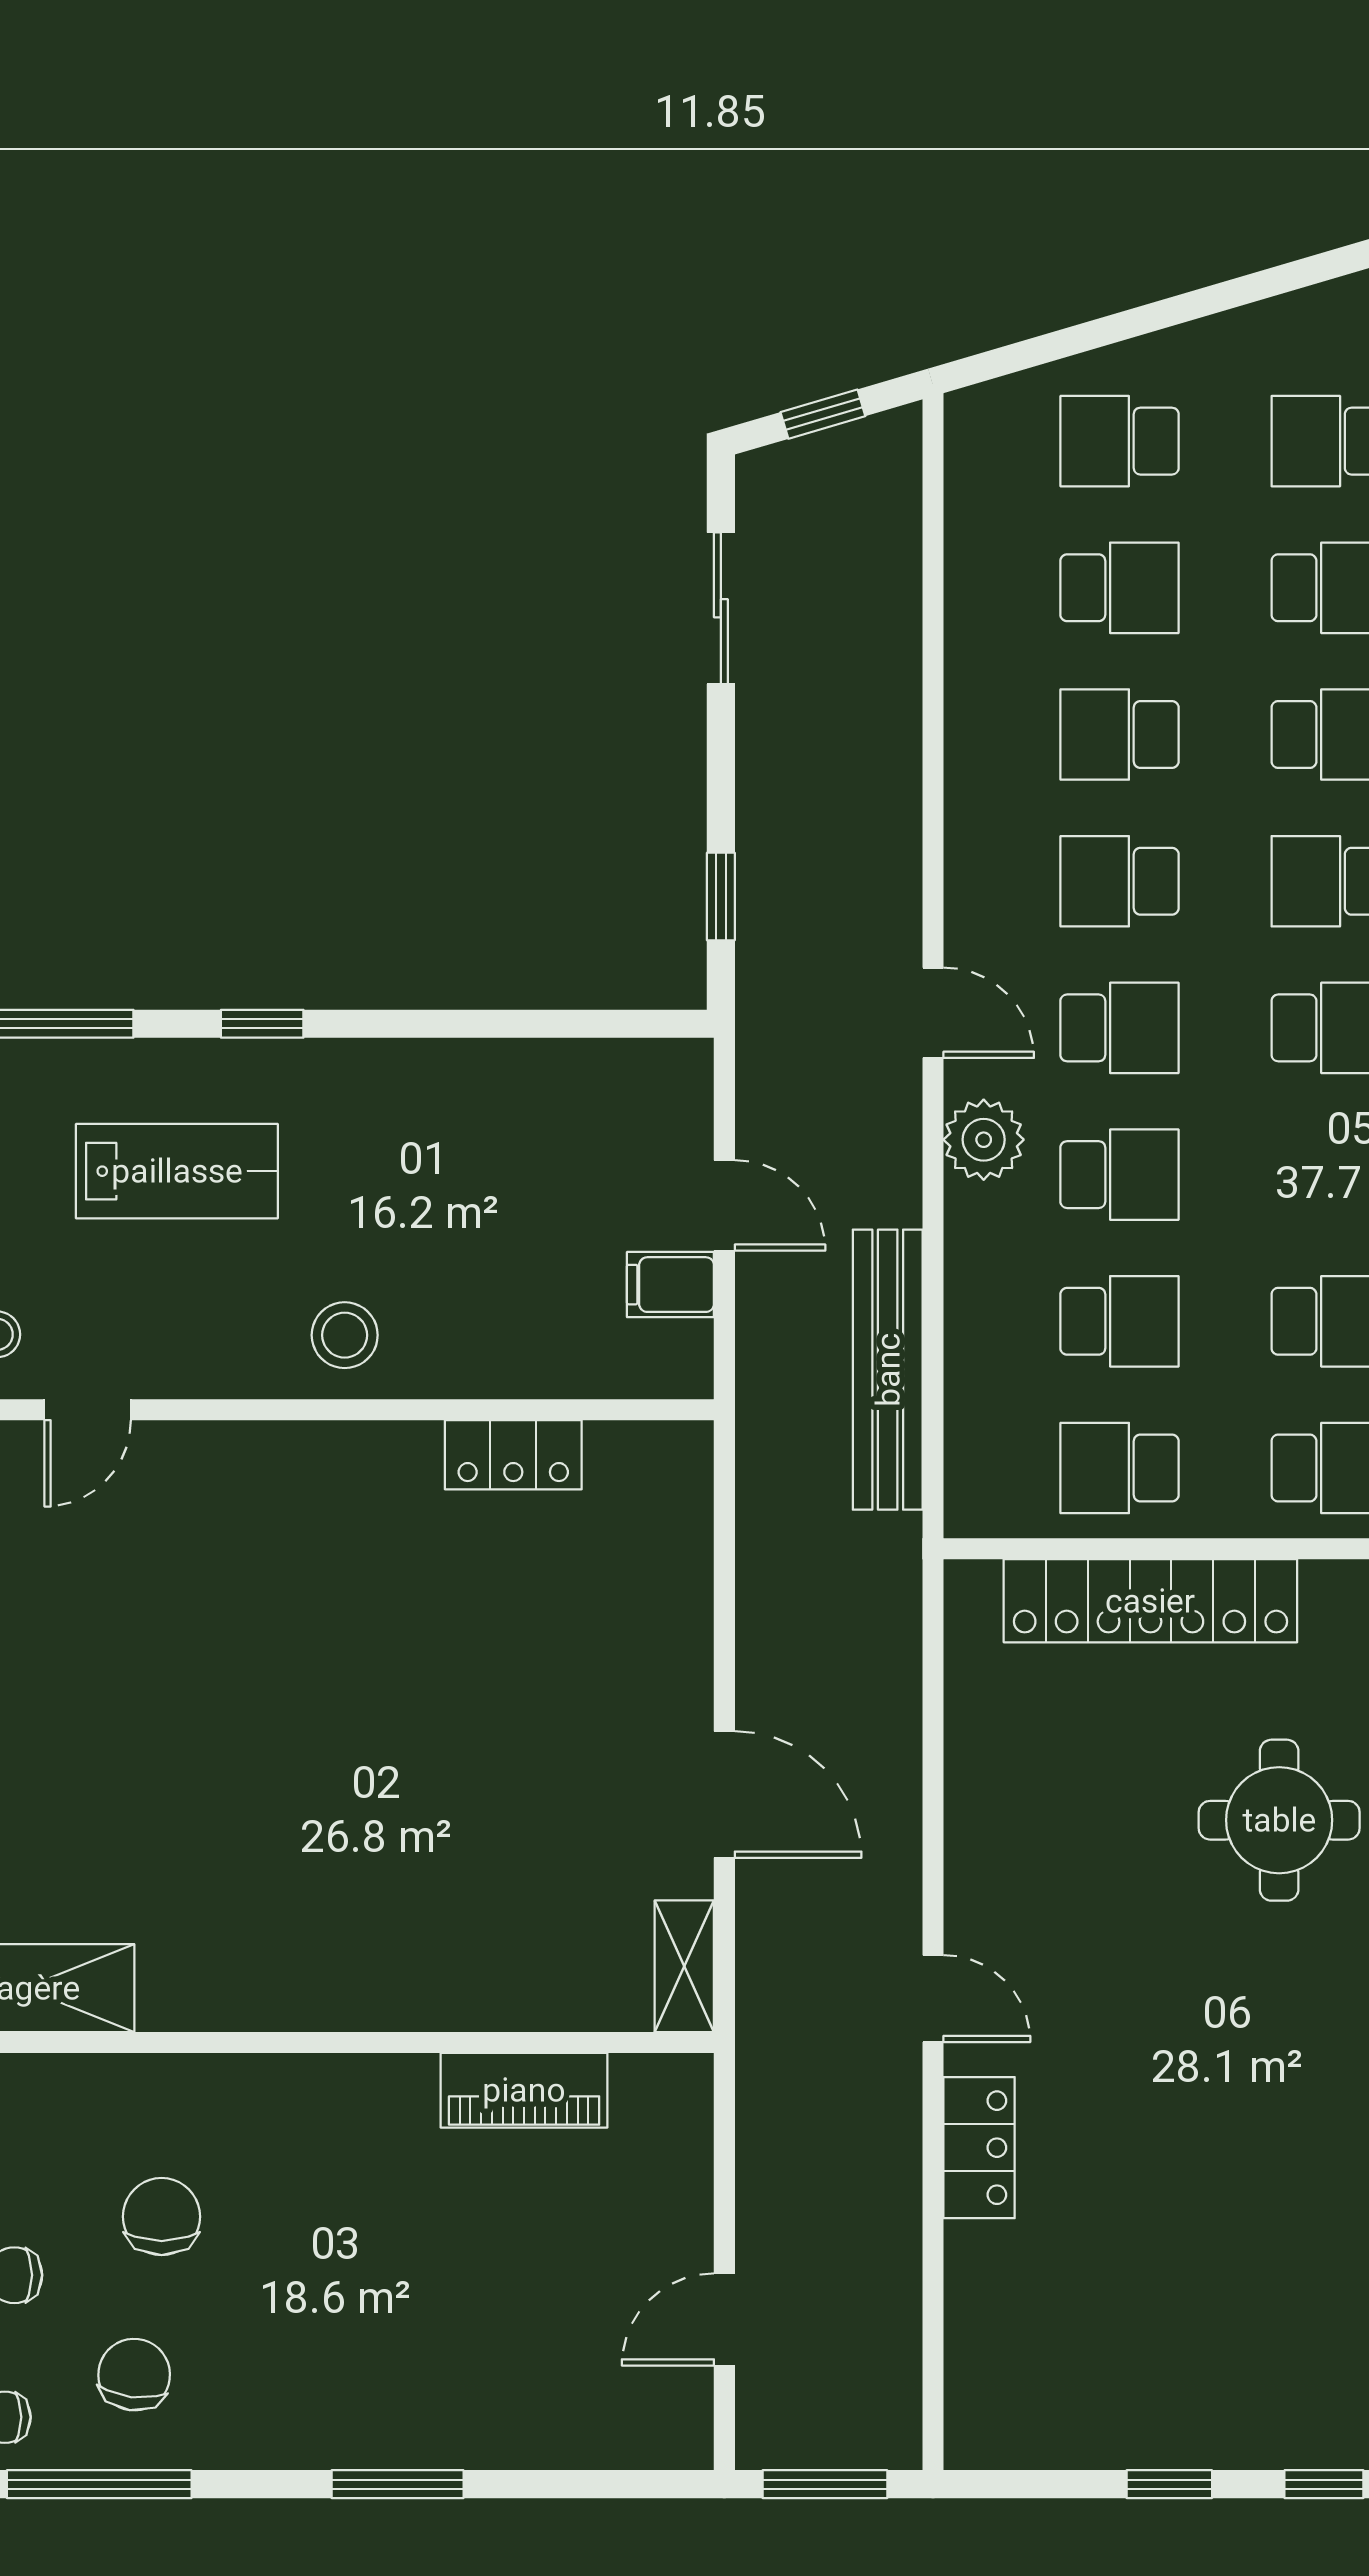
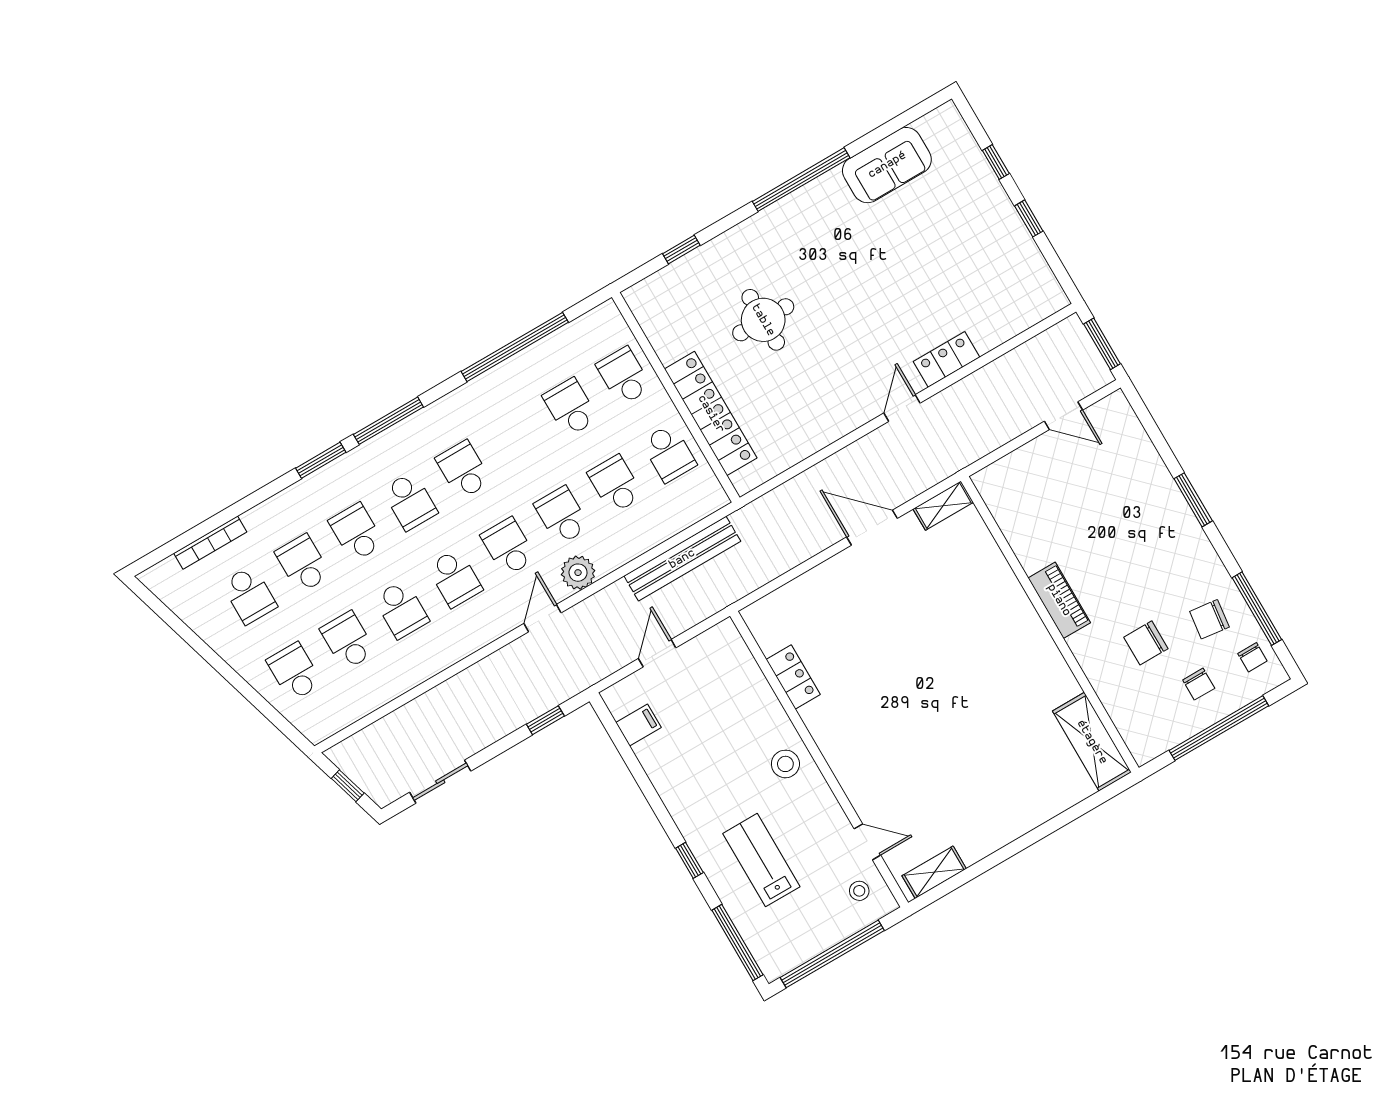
school desk: (1119, 441) -> (294, 672), turned 180
filing cabinet: (670, 1285) -> (638, 725), moved, turned -90
door: (724, 1795) -> (872, 528), hinge flipped
piano: (524, 2090) -> (1059, 600), moved

